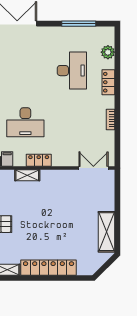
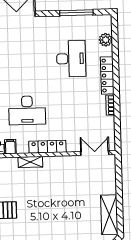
locker: (108, 82) -> (107, 75), width x1.53
locker: (39, 160) -> (47, 147), width x1.53

